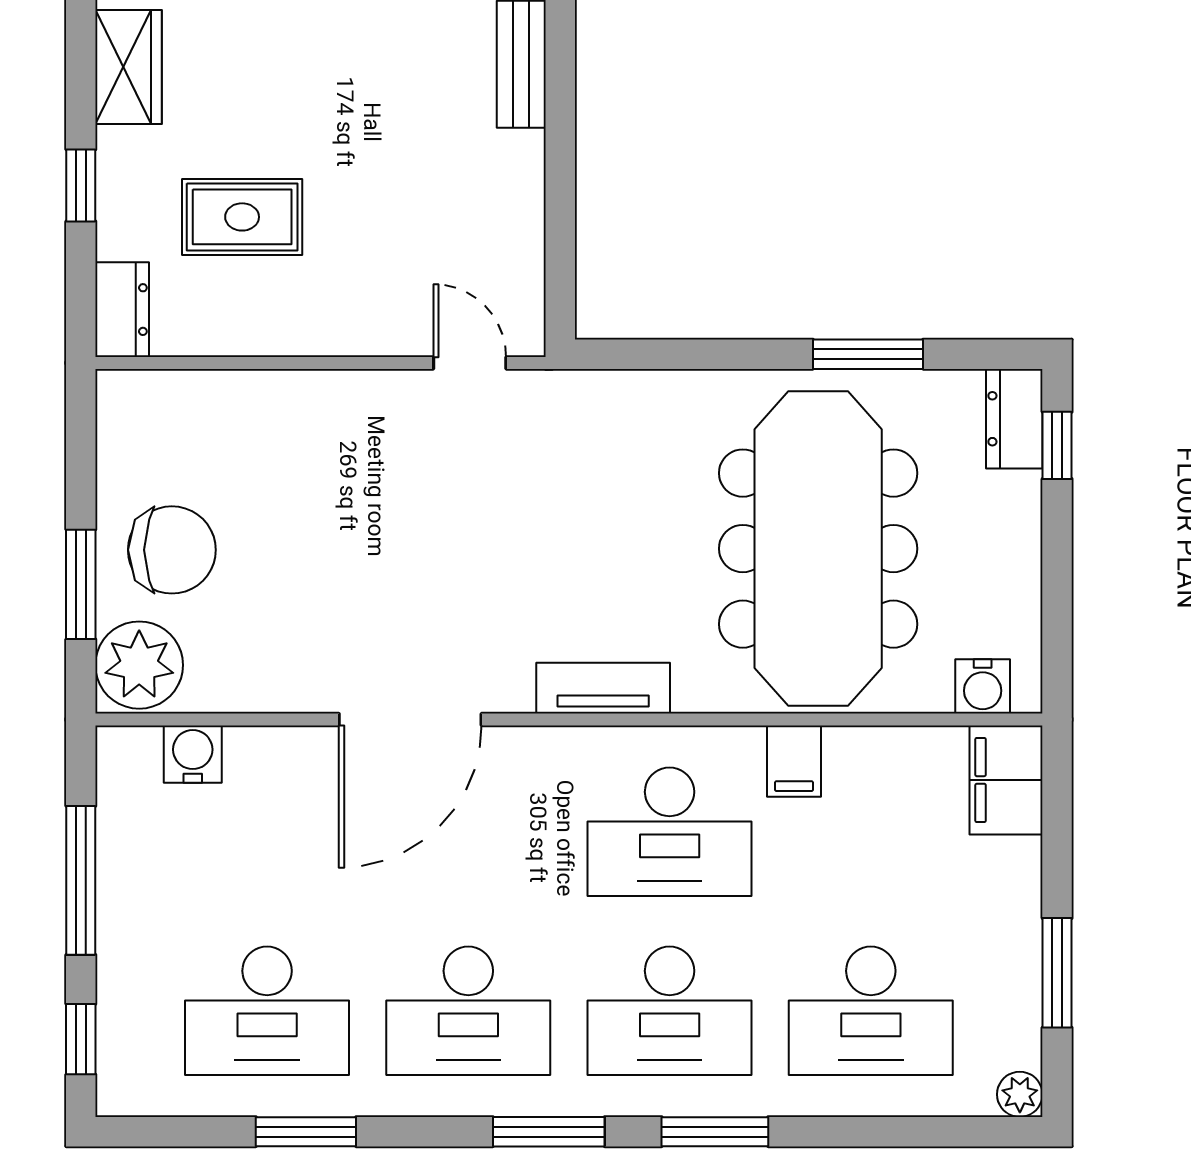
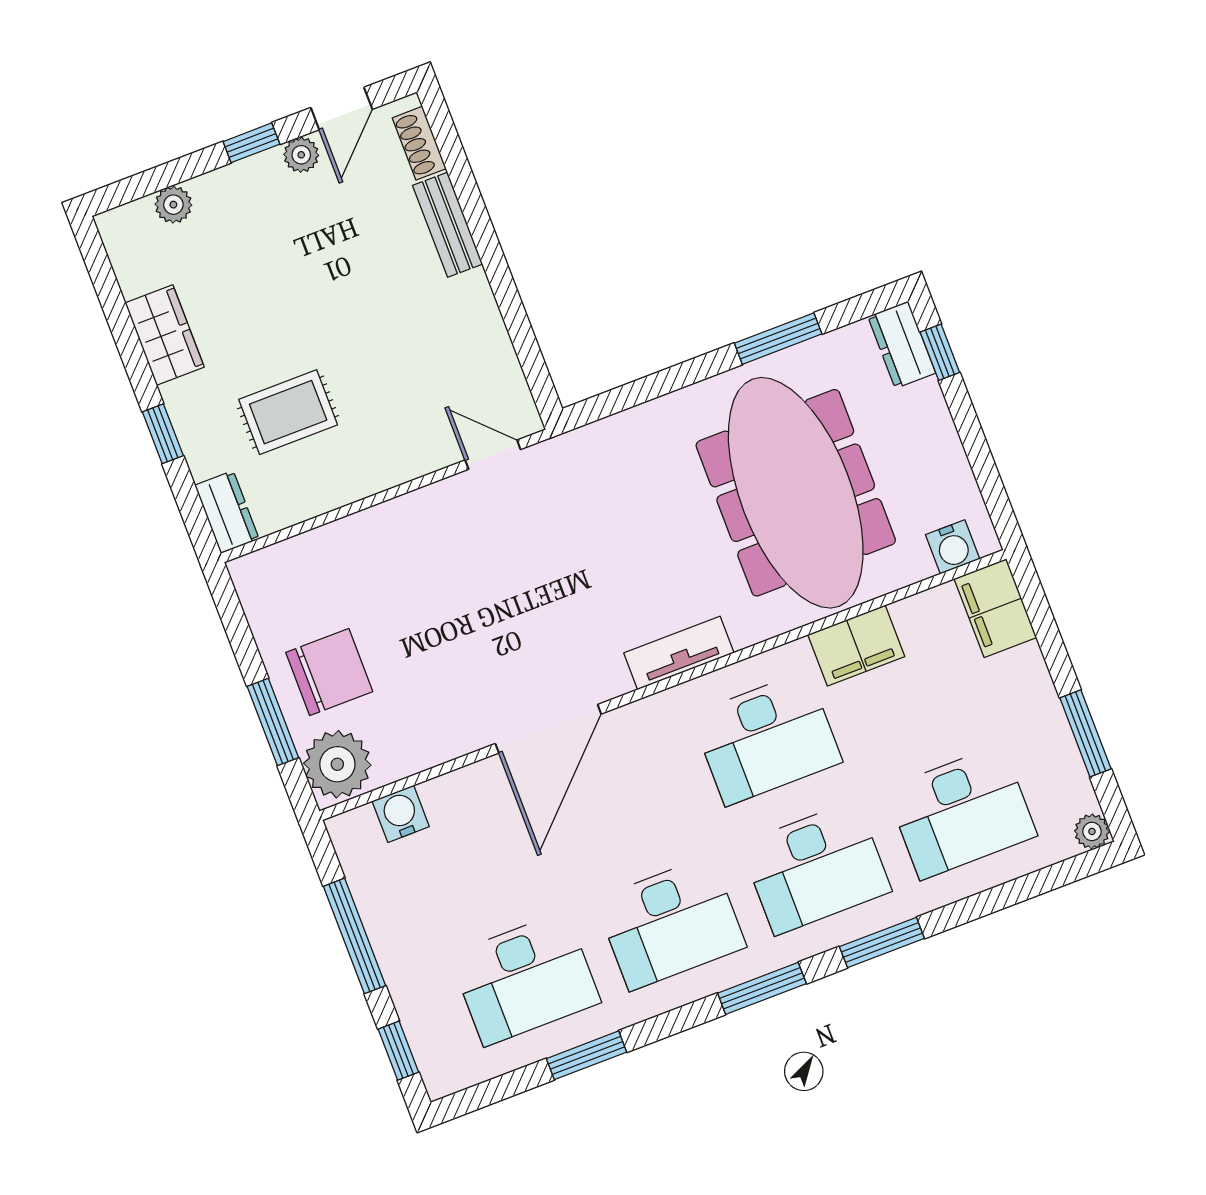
filing cabinet: (794, 761) -> (856, 646), width x2.00

